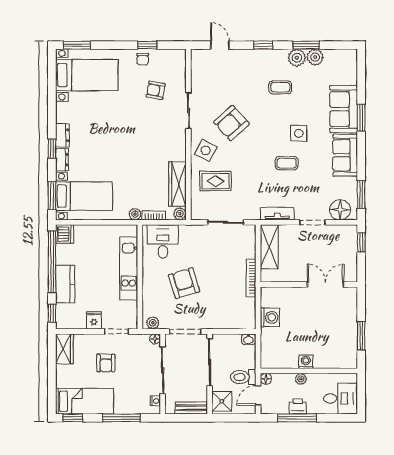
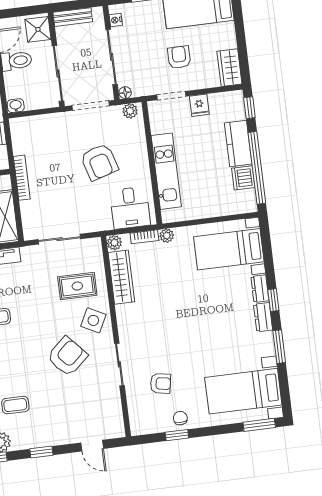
window: (52, 196) -> (279, 347), moved
dishwasher: (65, 234) -> (243, 178), moved

